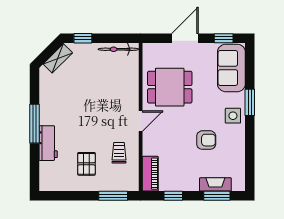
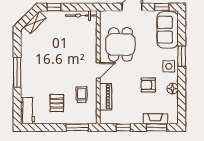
dining table: (170, 87) -> (120, 44), turned 90
armchair: (206, 140) -> (148, 85), turned 180
workbench: (48, 143) -> (28, 111), moved
floor lamp: (238, 145) -> (173, 89), added
piano: (150, 174) -> (106, 97), moved

